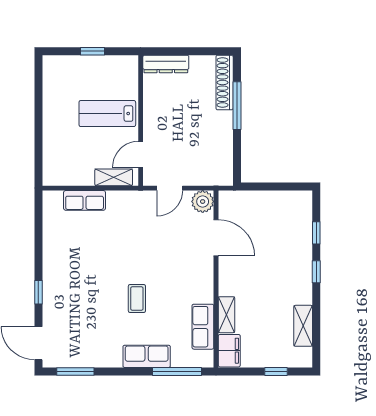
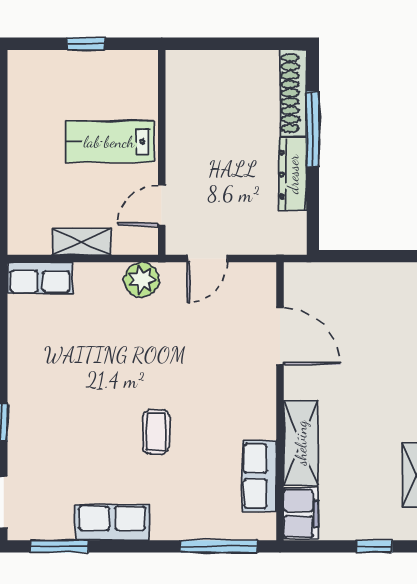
dresser: (166, 64) -> (293, 174), moved, turned 90
shelving: (114, 177) -> (82, 242), moved
row of seats: (85, 200) -> (40, 278), moved
plant: (203, 202) -> (142, 280), moved
shelving: (227, 315) -> (301, 443), width x1.50, depth x1.33
row of seats: (147, 356) -> (112, 523), moved

